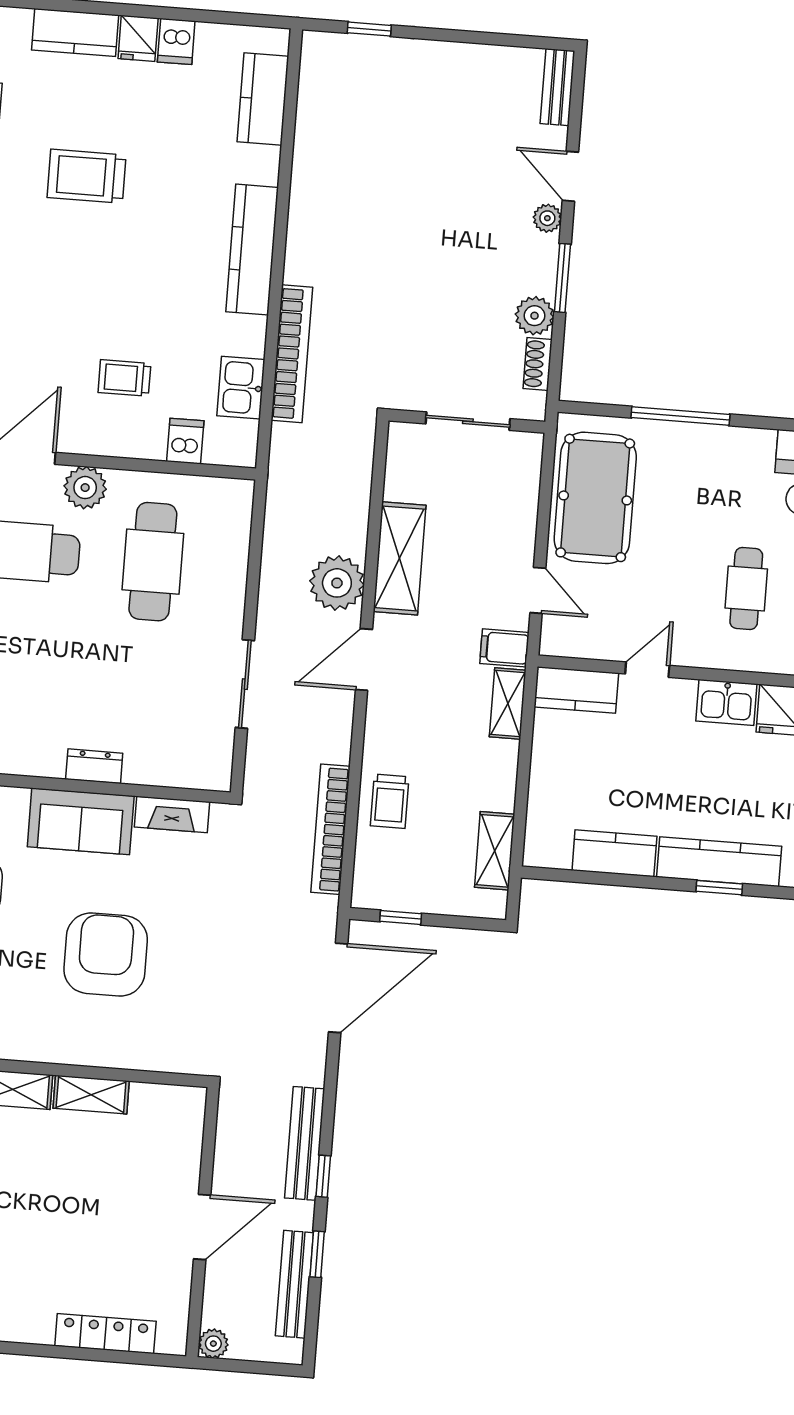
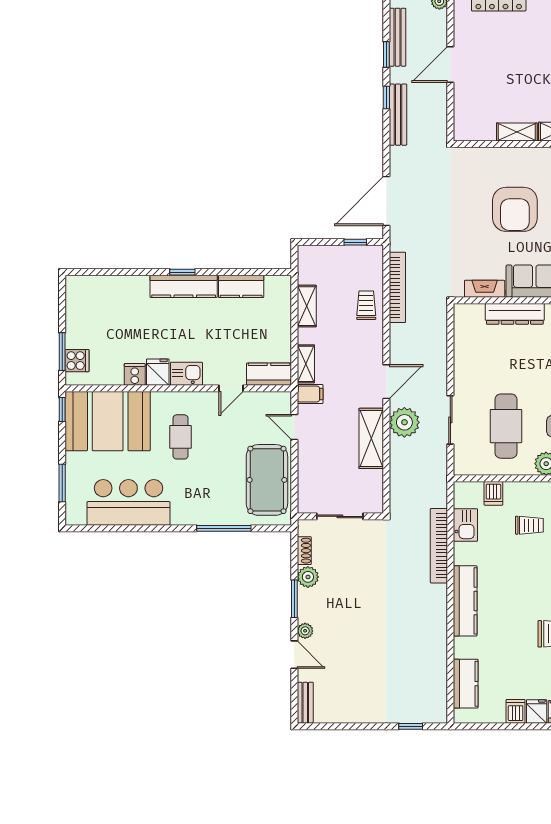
sliding door: (245, 684) -> (450, 420), moved
dresser: (94, 766) -> (515, 314), width x1.96, depth x1.24
shelving: (495, 851) -> (307, 306), moved

